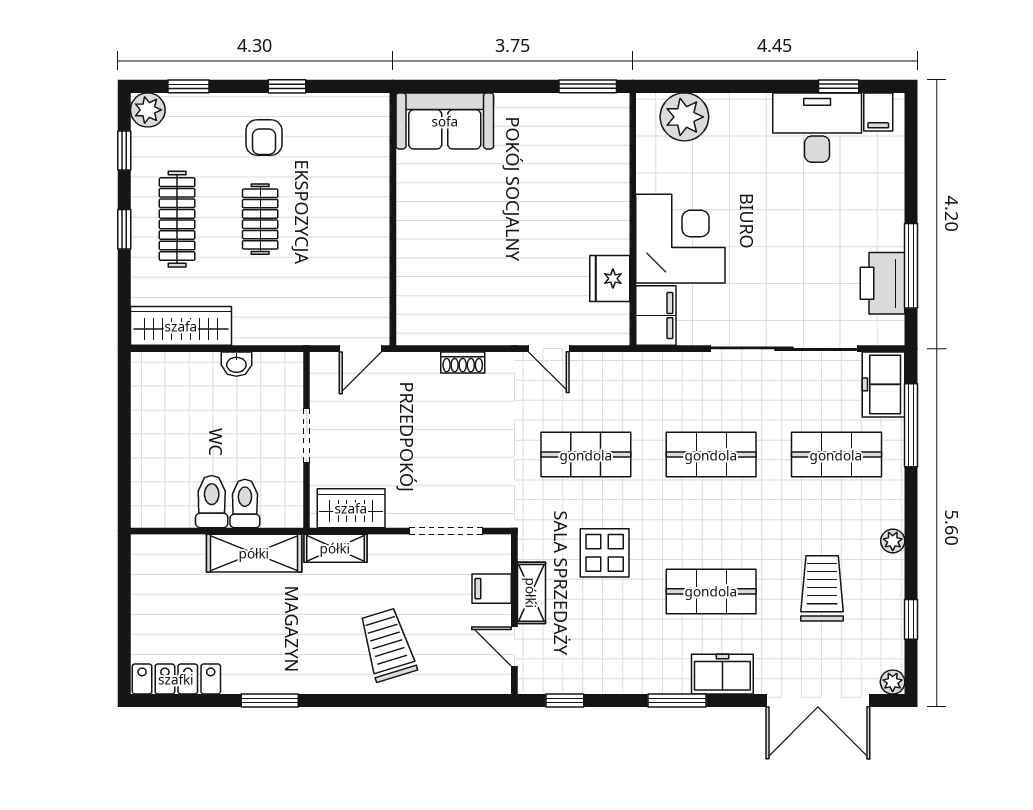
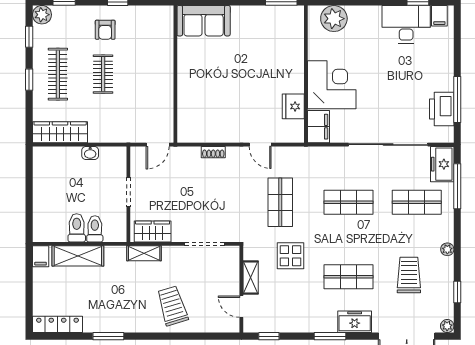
shop shelf: (586, 455) -> (280, 202), turned 90
shelving: (254, 553) -> (78, 256), moved
filing cabinet: (492, 589) -> (41, 256), moved, turned -90

